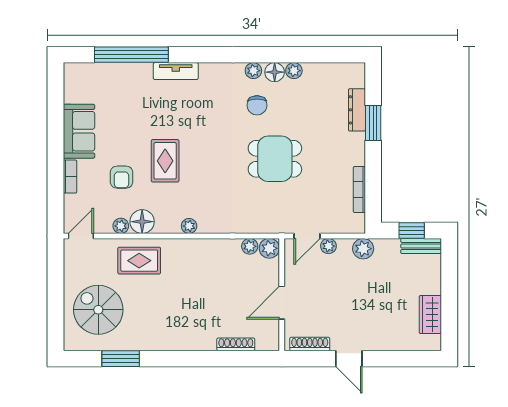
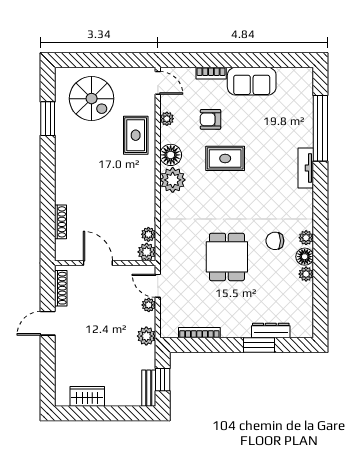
floor lamp: (142, 222) -> (171, 155), moved
plant: (189, 226) -> (173, 180), width x1.87, depth x1.87
spiral stairs: (98, 310) -> (92, 99), turned 90

